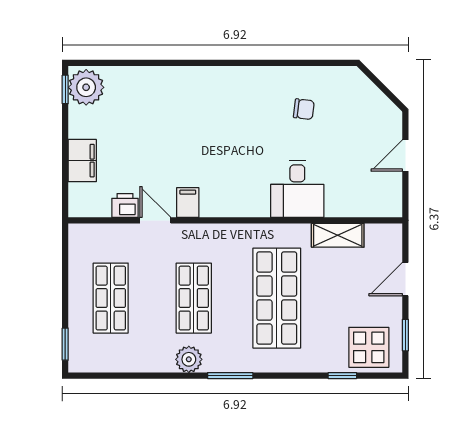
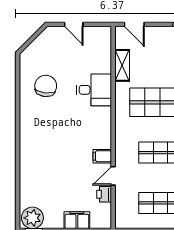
chair: (304, 109) -> (46, 86), width x1.87, depth x1.87
door: (405, 279) -> (134, 24), moved

